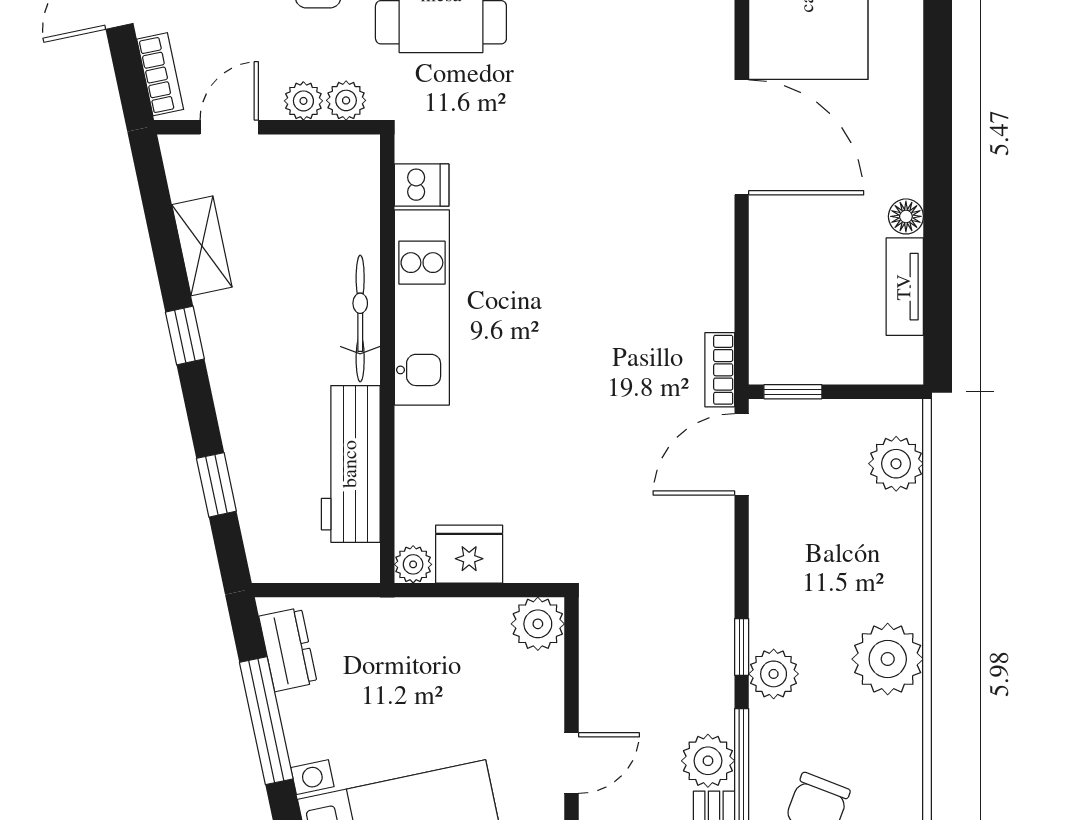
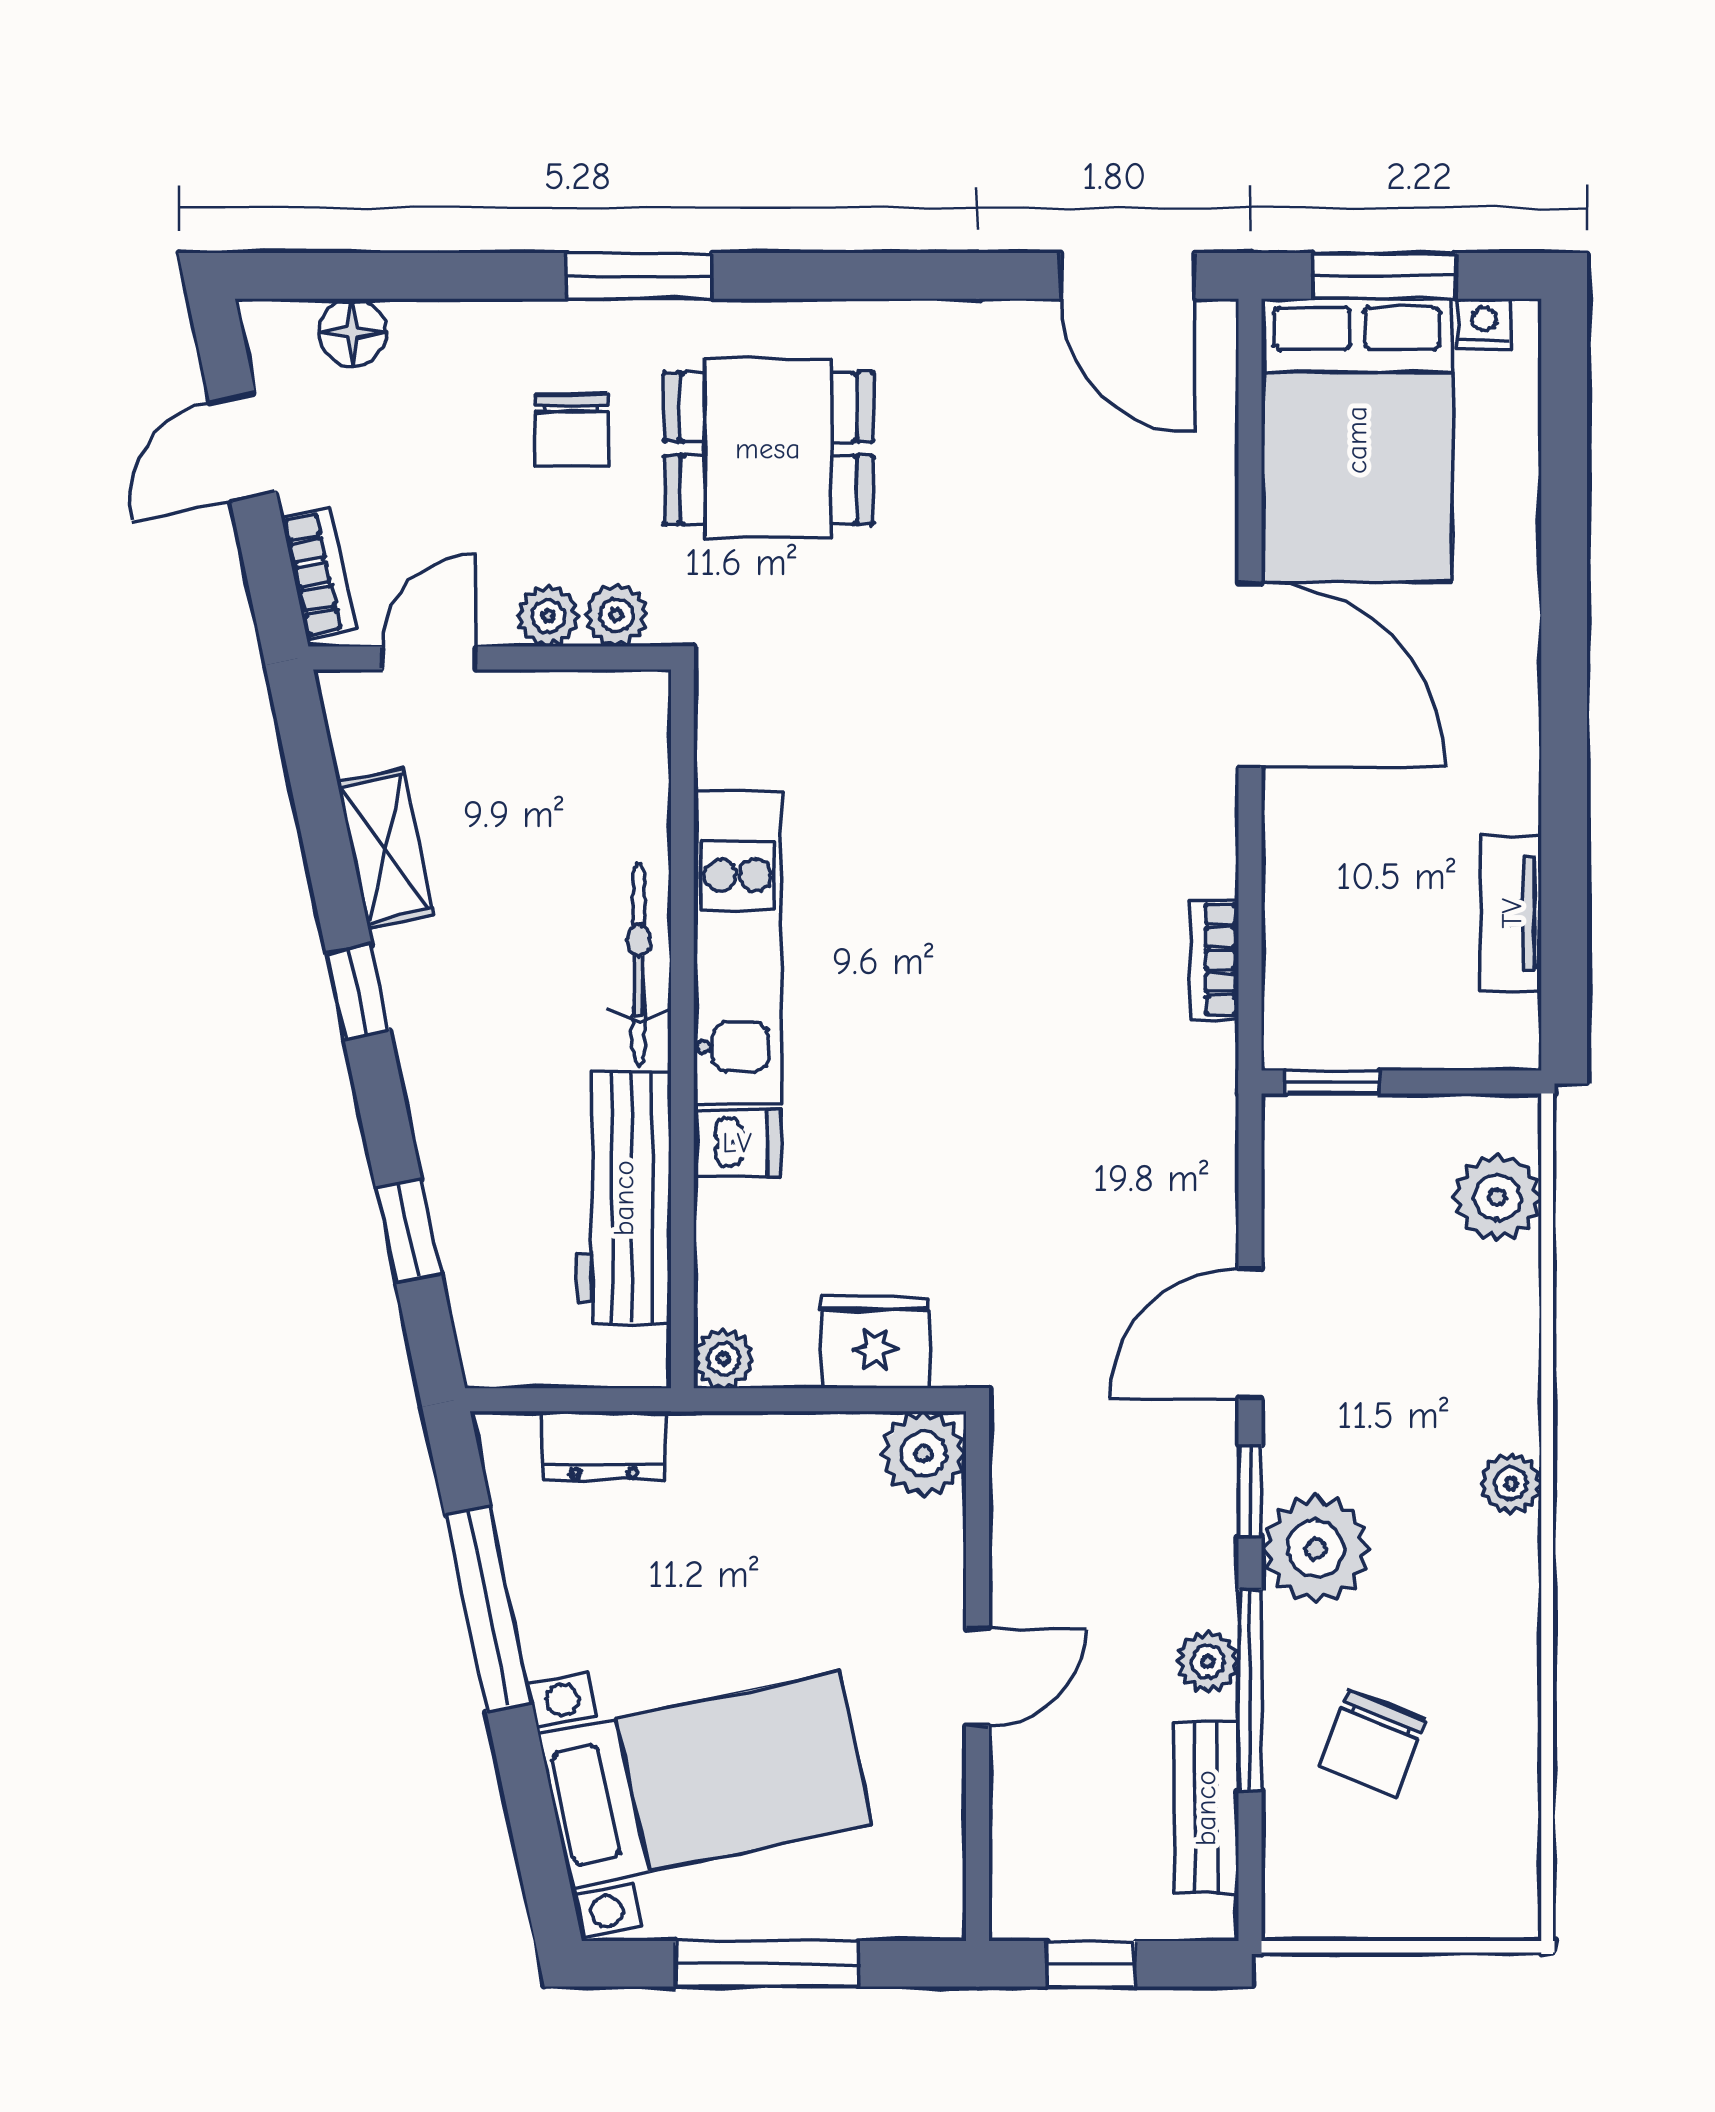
dishwasher: (422, 185) -> (737, 1143), moved
floor lamp: (906, 216) -> (1513, 801), removed
bookcase: (720, 370) -> (1215, 960), moved
door: (742, 454) -> (1250, 1334), moved
fridge: (469, 554) -> (875, 1342), moved
dresser: (288, 650) -> (604, 1446), moved, turned 102
plant: (888, 659) -> (1511, 1483), width x0.53, depth x0.53
plant: (774, 674) -> (1316, 1549), width x1.36, depth x1.36
plant: (708, 761) -> (1208, 1662), width x0.73, depth x0.73

